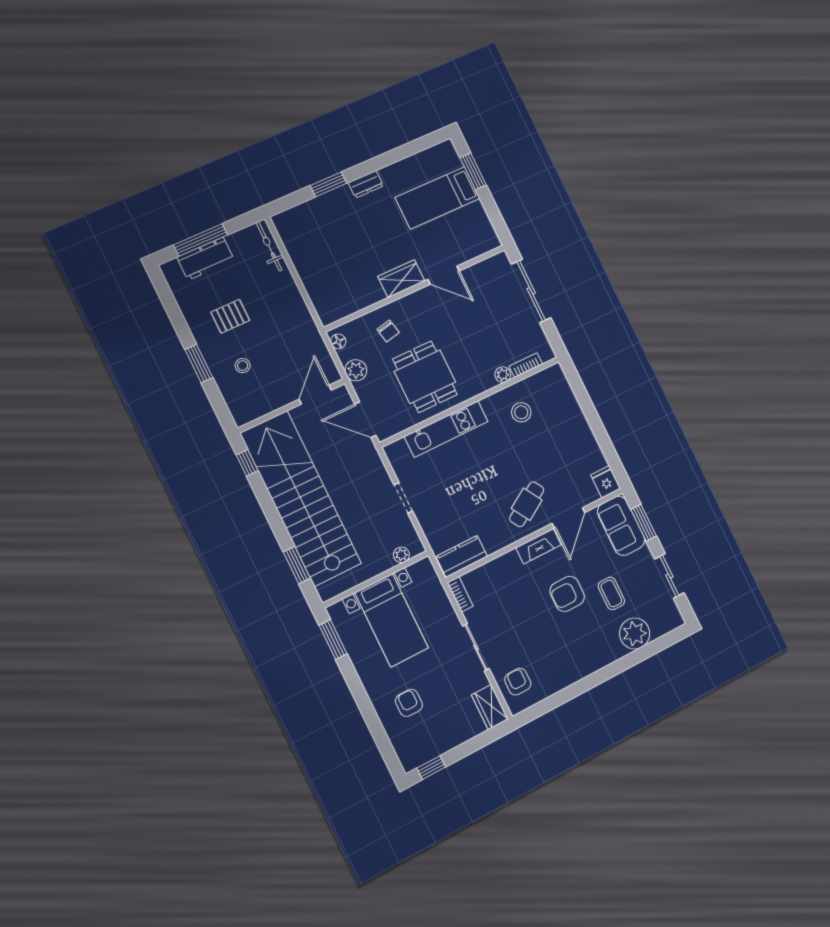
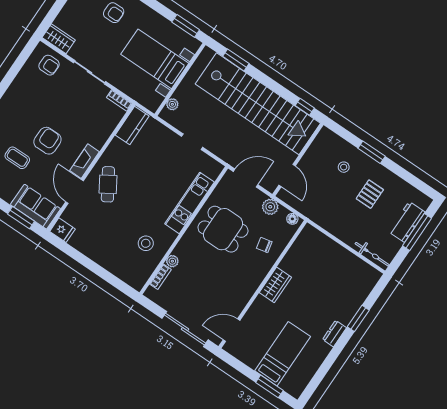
door: (444, 275) -> (231, 330), moved

